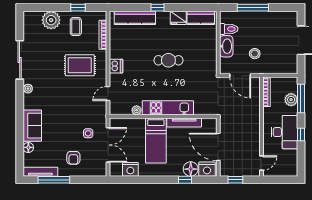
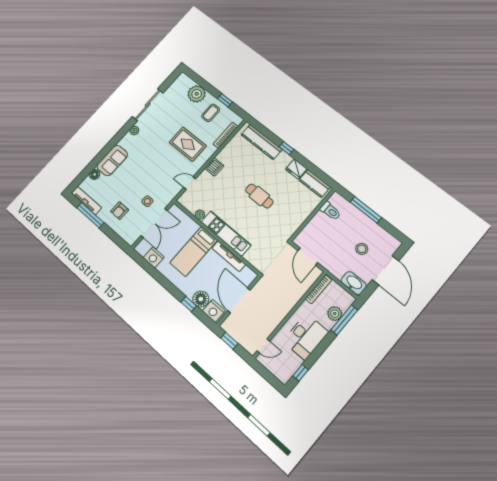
washbasin: (226, 46) -> (354, 283), moved, turned -90
stool: (255, 54) -> (362, 249), moved
window: (301, 134) -> (301, 373), moved

